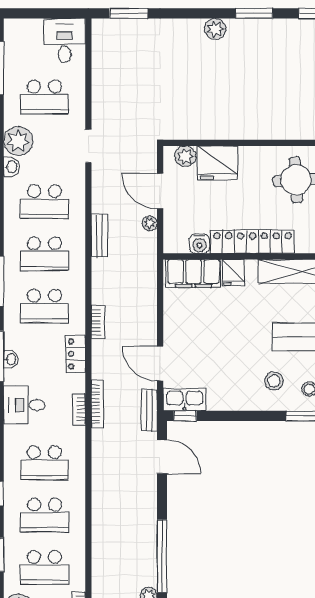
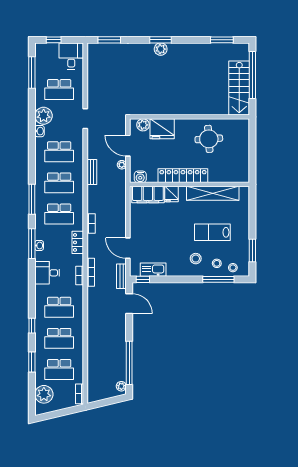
window: (35, 13) -> (54, 40), added
window: (254, 13) -> (160, 40), moved
water cooler: (199, 244) -> (140, 177), moved
kitchen sink: (184, 400) -> (153, 270), moved

